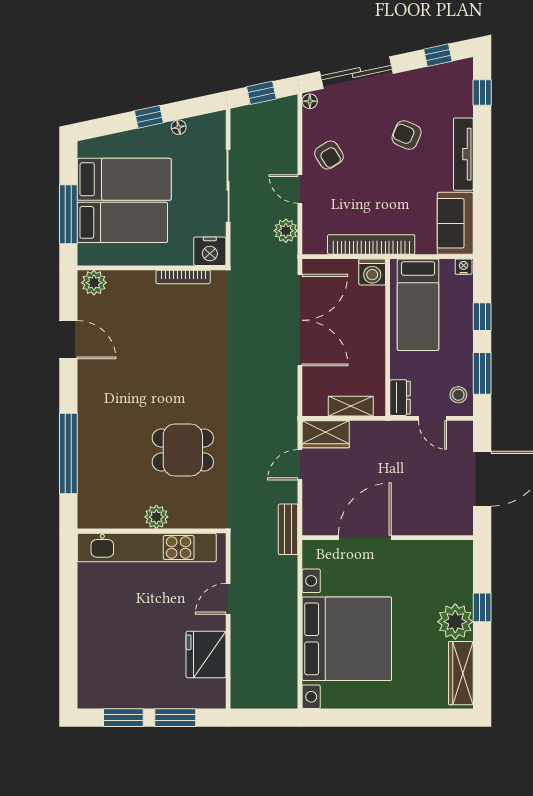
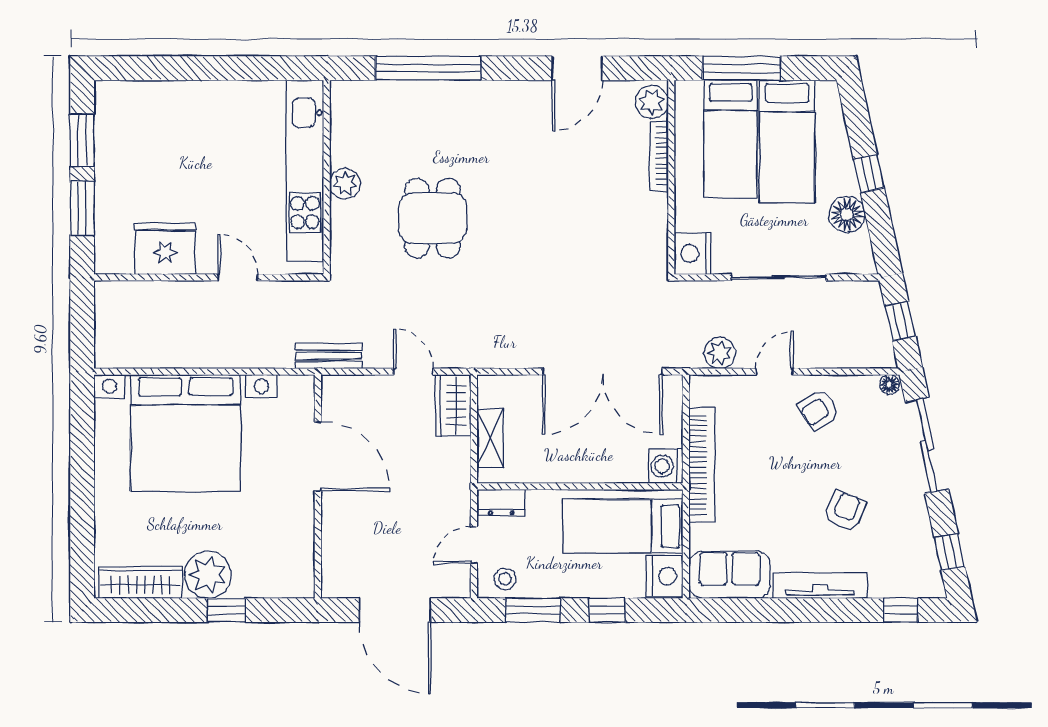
floor lamp: (179, 127) -> (847, 214), width x1.89, depth x1.89
nightstand: (464, 267) -> (665, 576), width x1.89, depth x1.79
bookcase: (183, 277) -> (659, 156), moved

